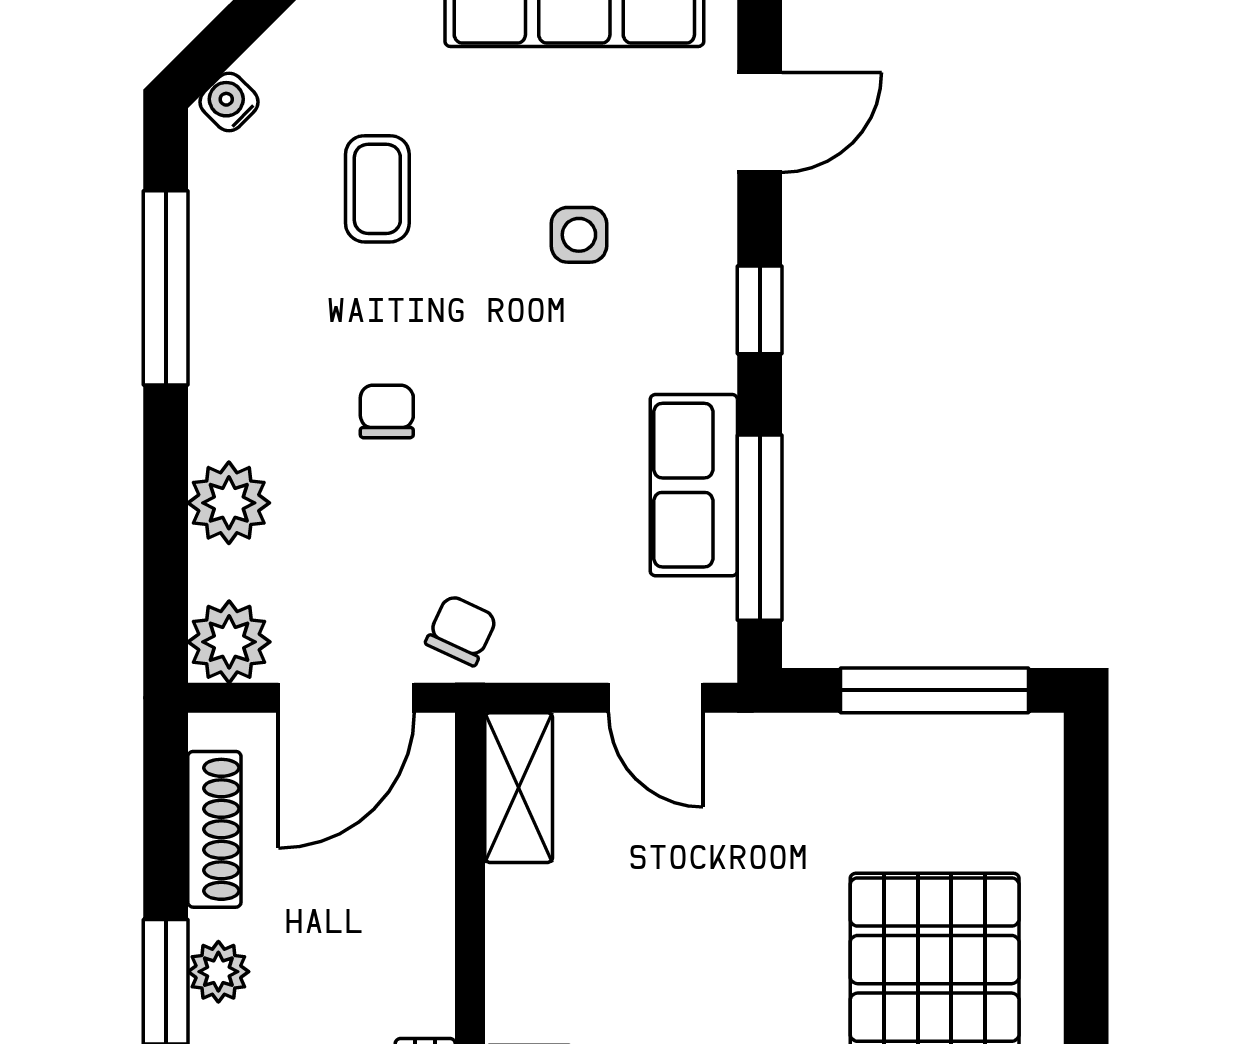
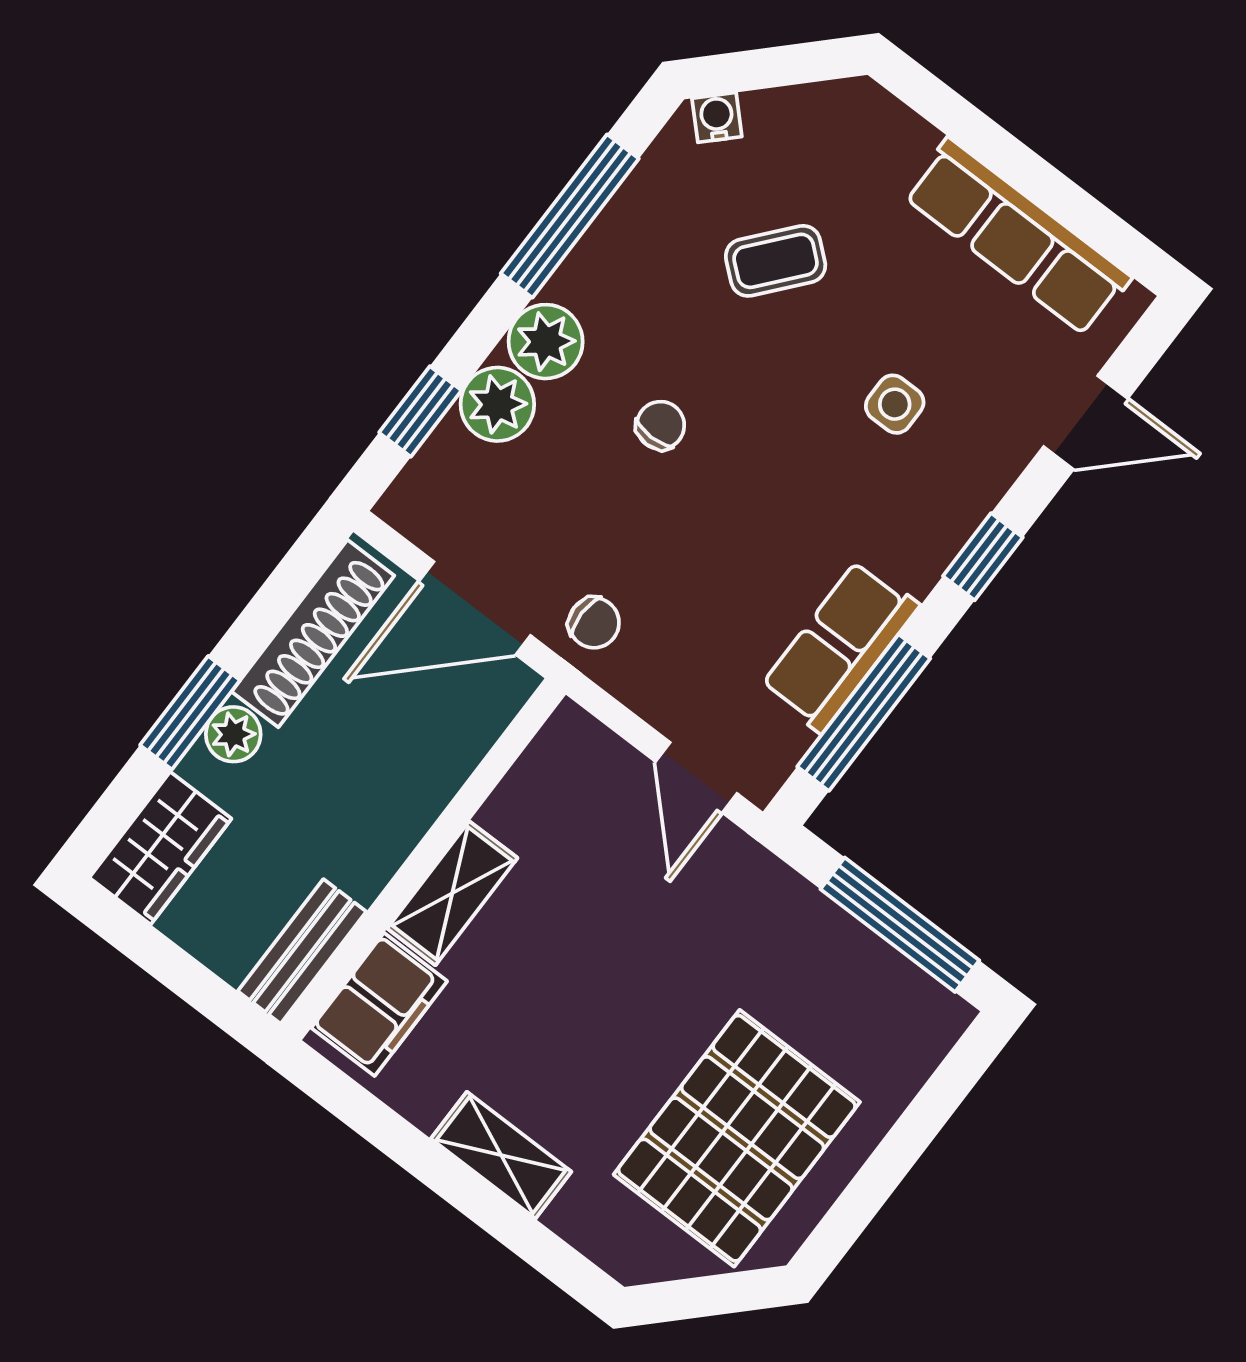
coffee table: (377, 189) -> (776, 261), turned 40
window: (166, 561) -> (420, 411), added
chair: (461, 630) -> (594, 623), turned 65
plant: (229, 642) -> (546, 342), moved
shelving: (519, 788) -> (452, 893), moved
shoe rack: (214, 829) -> (313, 634), width x1.36, depth x1.24

